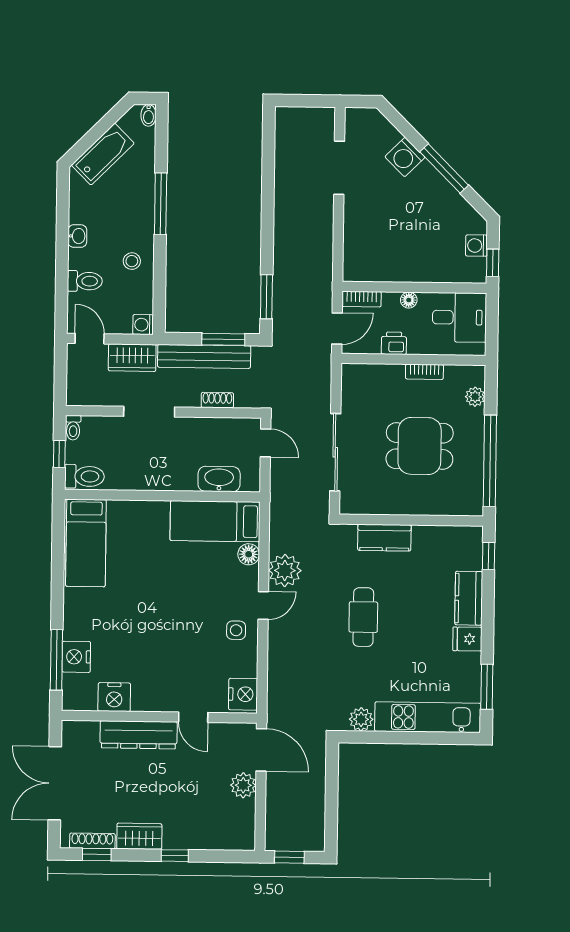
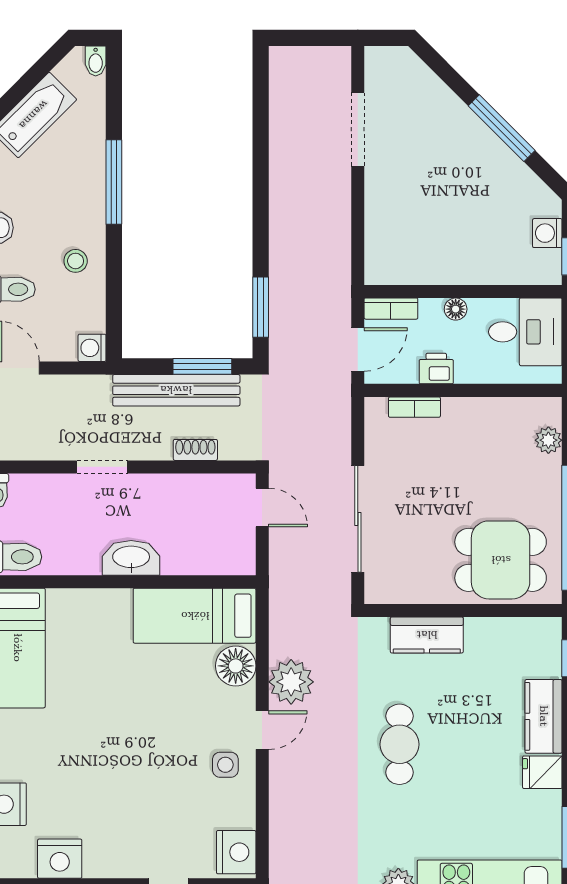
washing machine: (405, 157) -> (448, 113), removed
wardrobe: (132, 358) -> (78, 393), removed
bookcase: (424, 372) -> (414, 407), moved
doorway: (149, 412) -> (102, 467), width x0.73
dining table: (420, 446) -> (501, 560), moved
washbasin: (219, 479) -> (131, 558), moved
floor lamp: (249, 554) -> (236, 666), width x1.38, depth x1.38

